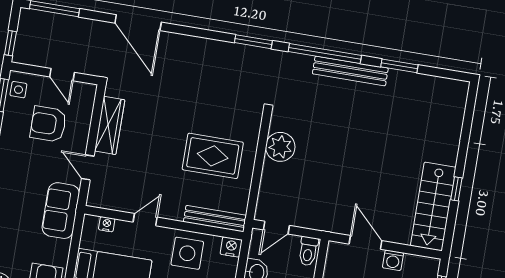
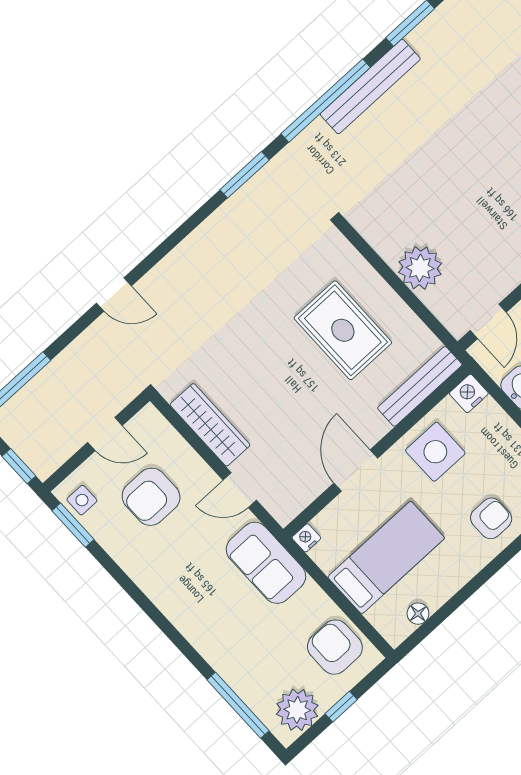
door: (138, 23) -> (114, 295), width x0.53
plant: (280, 147) -> (420, 268), moved
rug: (213, 156) -> (343, 330), turned 90
door: (145, 220) -> (356, 471), width x1.38
nightstand: (107, 224) -> (306, 538), moved

